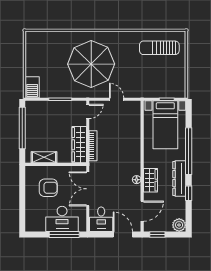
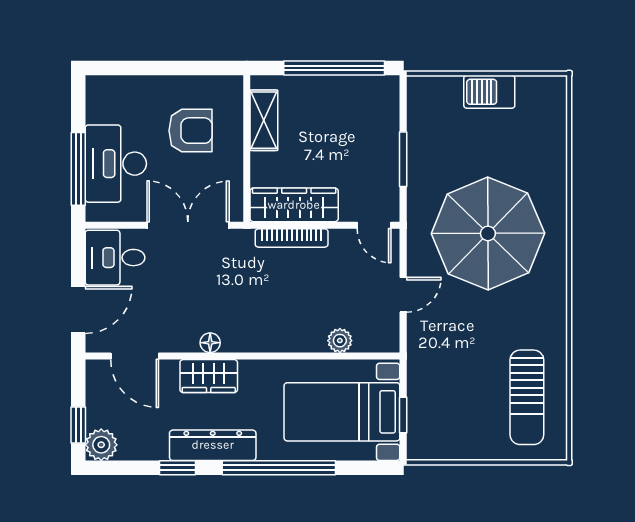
sun lounger: (159, 48) -> (527, 397), turned 180
barbecue: (32, 87) -> (489, 92), moved
plant: (136, 126) -> (340, 341), added
armchair: (48, 188) -> (191, 131), turned -90
window: (157, 235) -> (78, 425), moved

